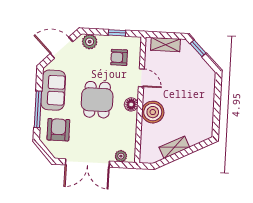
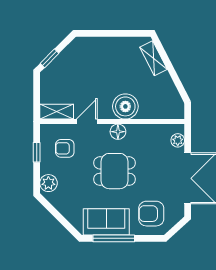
shelving: (165, 45) -> (57, 112), moved, turned 90
door: (62, 48) -> (57, 215), removed
armchair: (119, 57) -> (65, 148), turned 90
window: (38, 109) -> (114, 238), moved
shelving: (174, 147) -> (153, 58), moved

